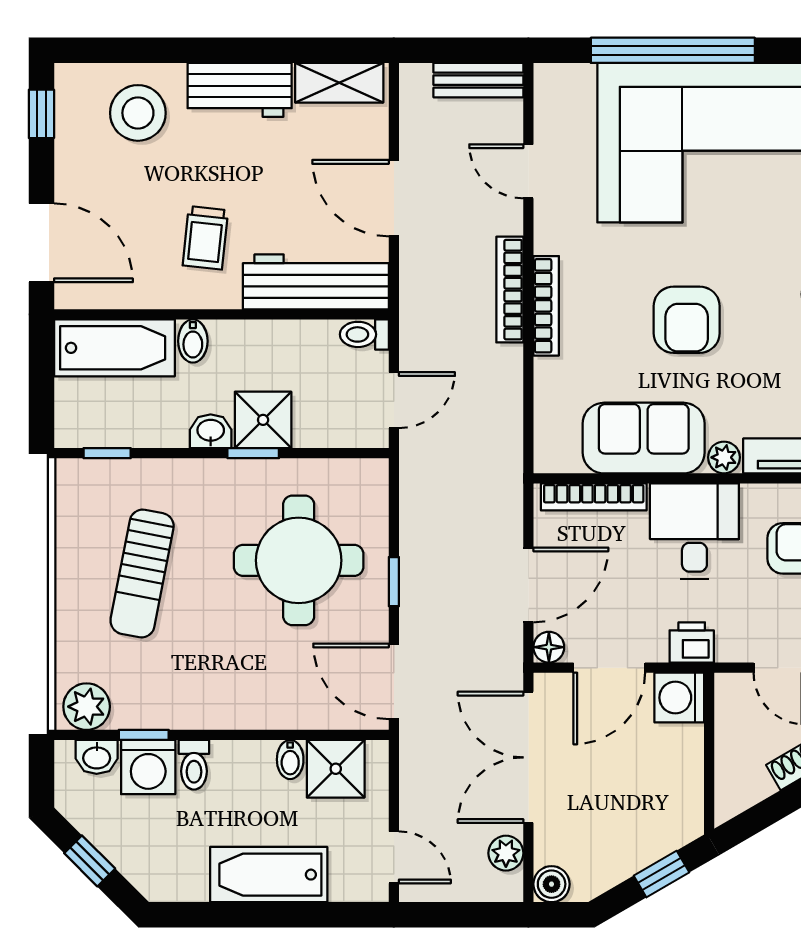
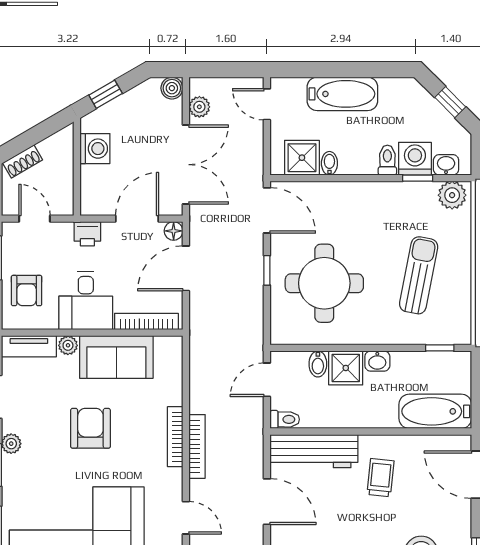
bidet: (193, 341) -> (318, 364), moved, turned 180
window: (253, 453) -> (352, 348), removed
washing machine: (679, 698) -> (95, 149), moved

